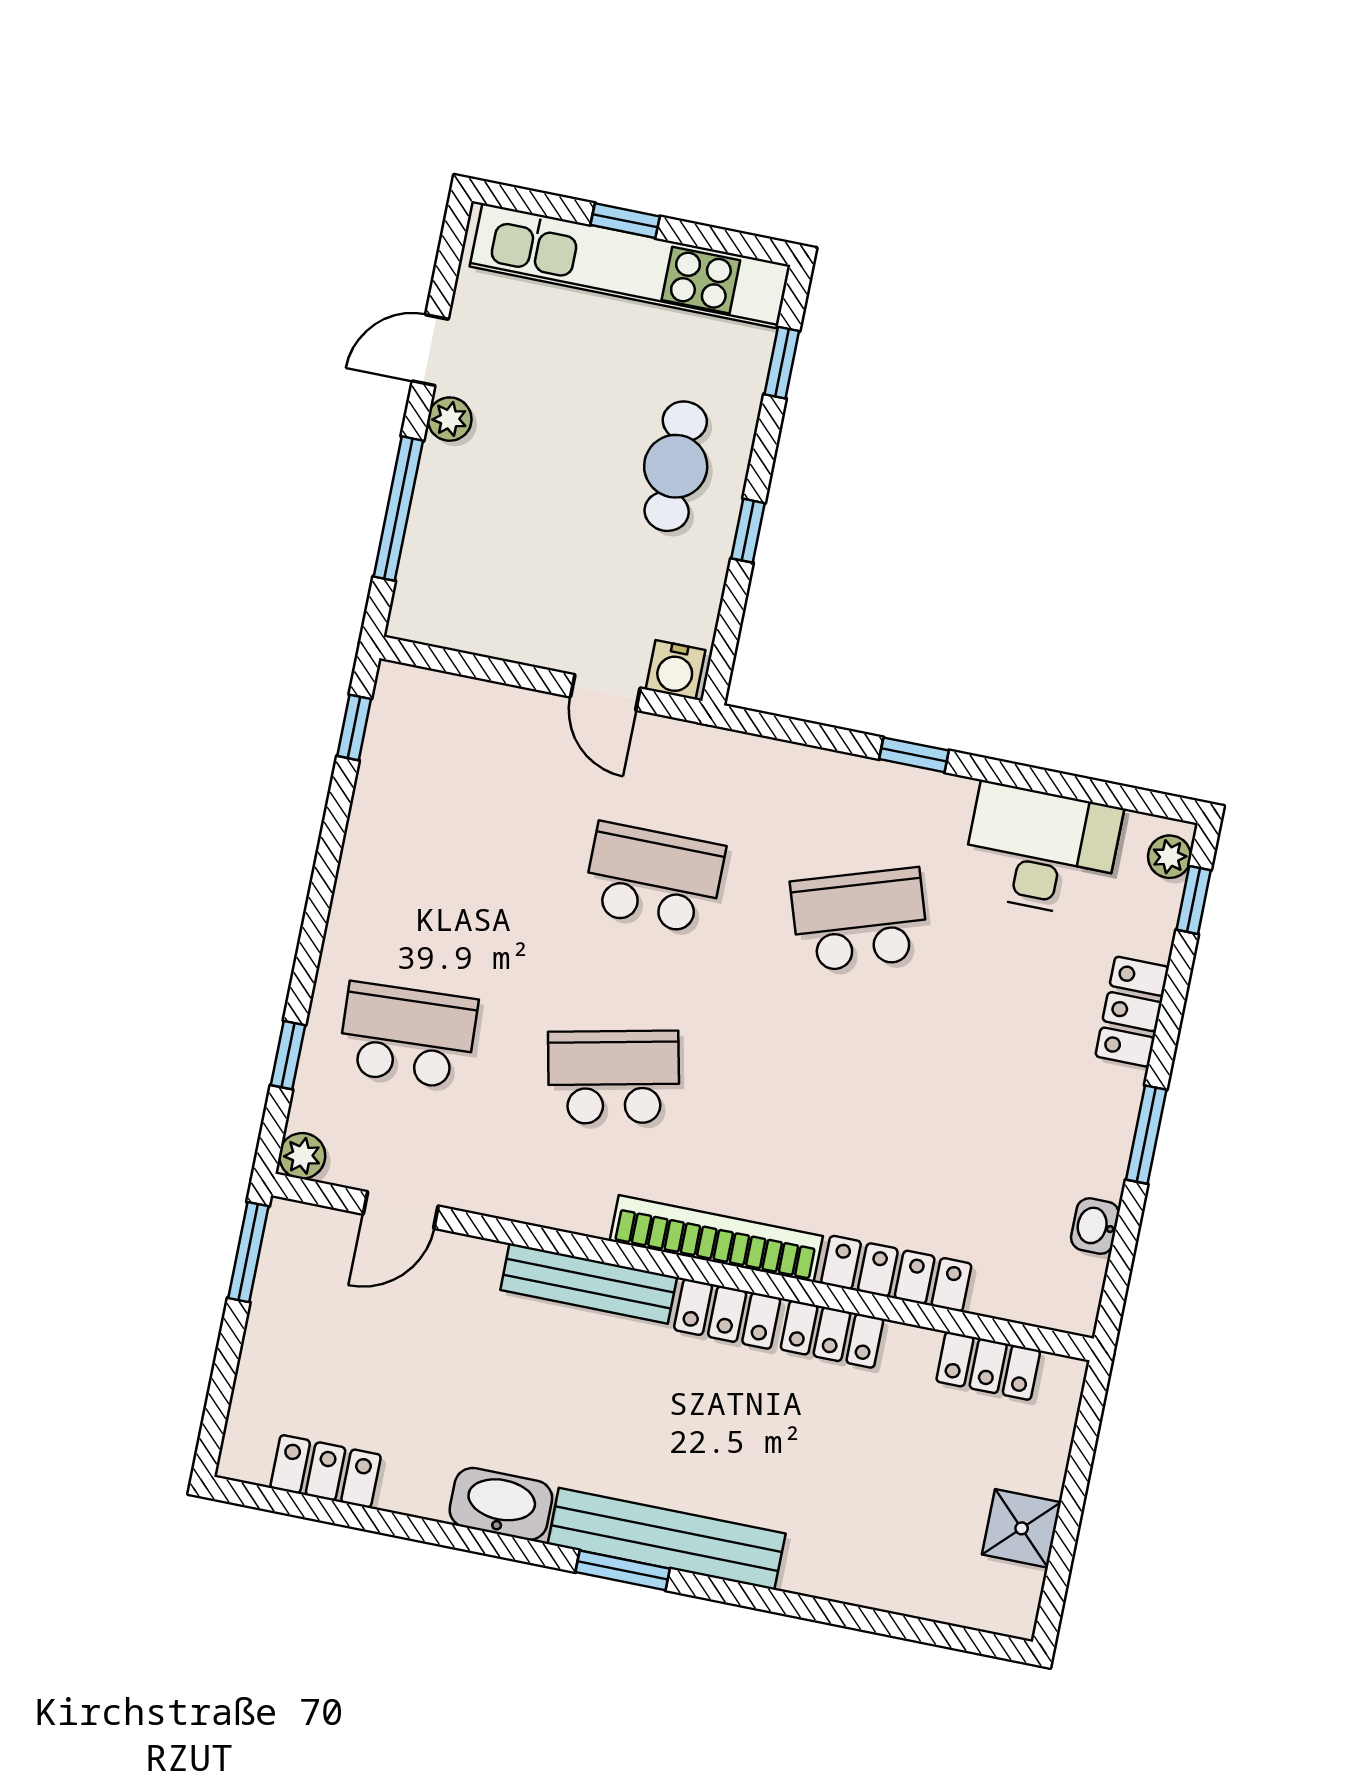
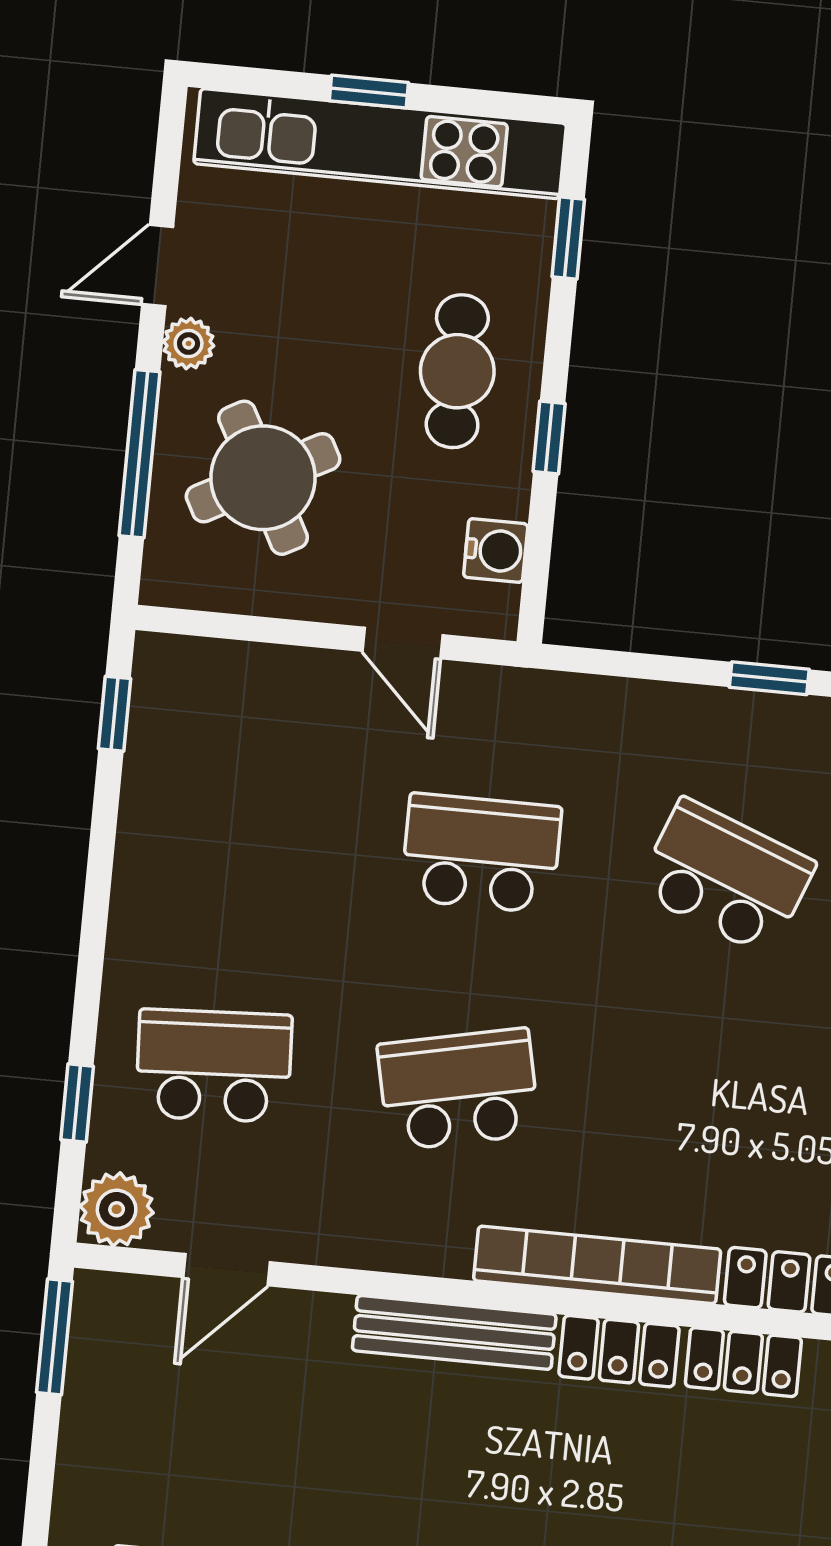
round table: (501, 540) -> (263, 478), added
water cooler: (675, 670) -> (496, 551), moved, turned -90
school desk: (860, 920) -> (726, 877), turned 39
plant: (302, 1156) -> (117, 1209), width x1.38, depth x1.38

